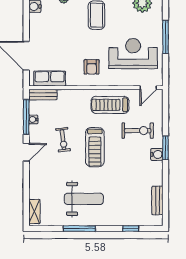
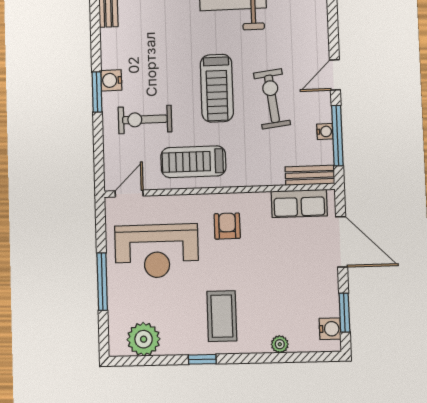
window: (26, 15) -> (344, 313), added
treadmill: (110, 105) -> (193, 162), turned 180
exercise bike: (63, 140) -> (272, 99), width x1.38, depth x1.39
treadmill: (95, 147) -> (217, 88), turned 180

